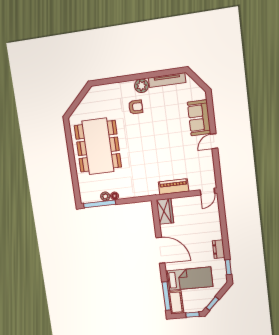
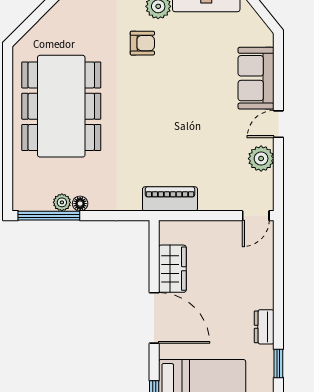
plant: (207, 161) -> (261, 159), added
piano: (174, 187) -> (170, 199), moved
wardrobe: (165, 211) -> (172, 269), moved

